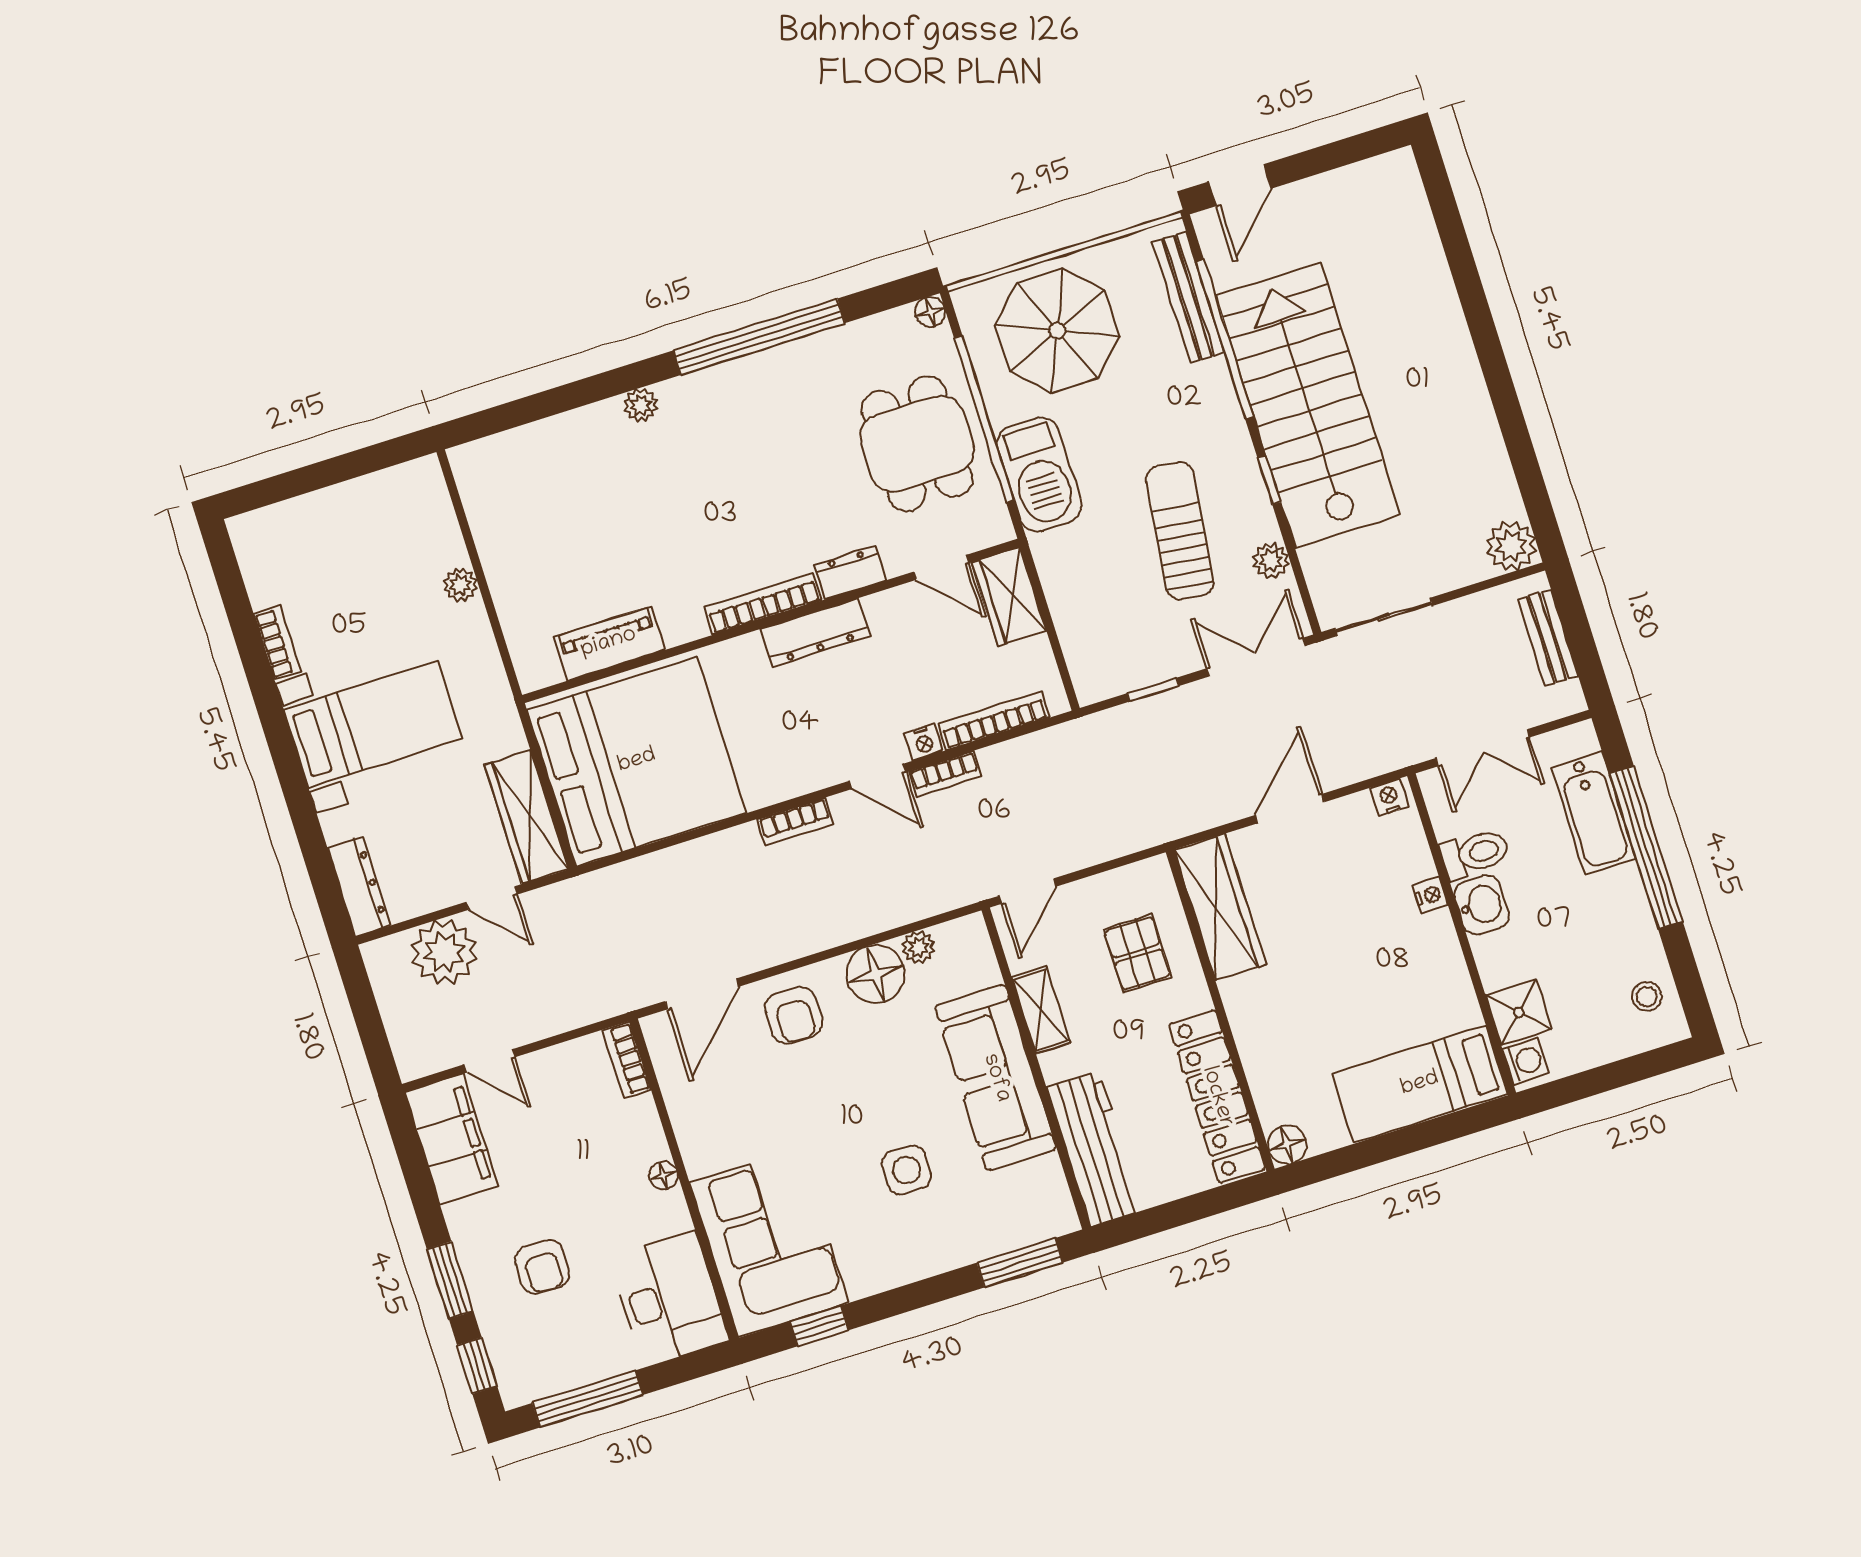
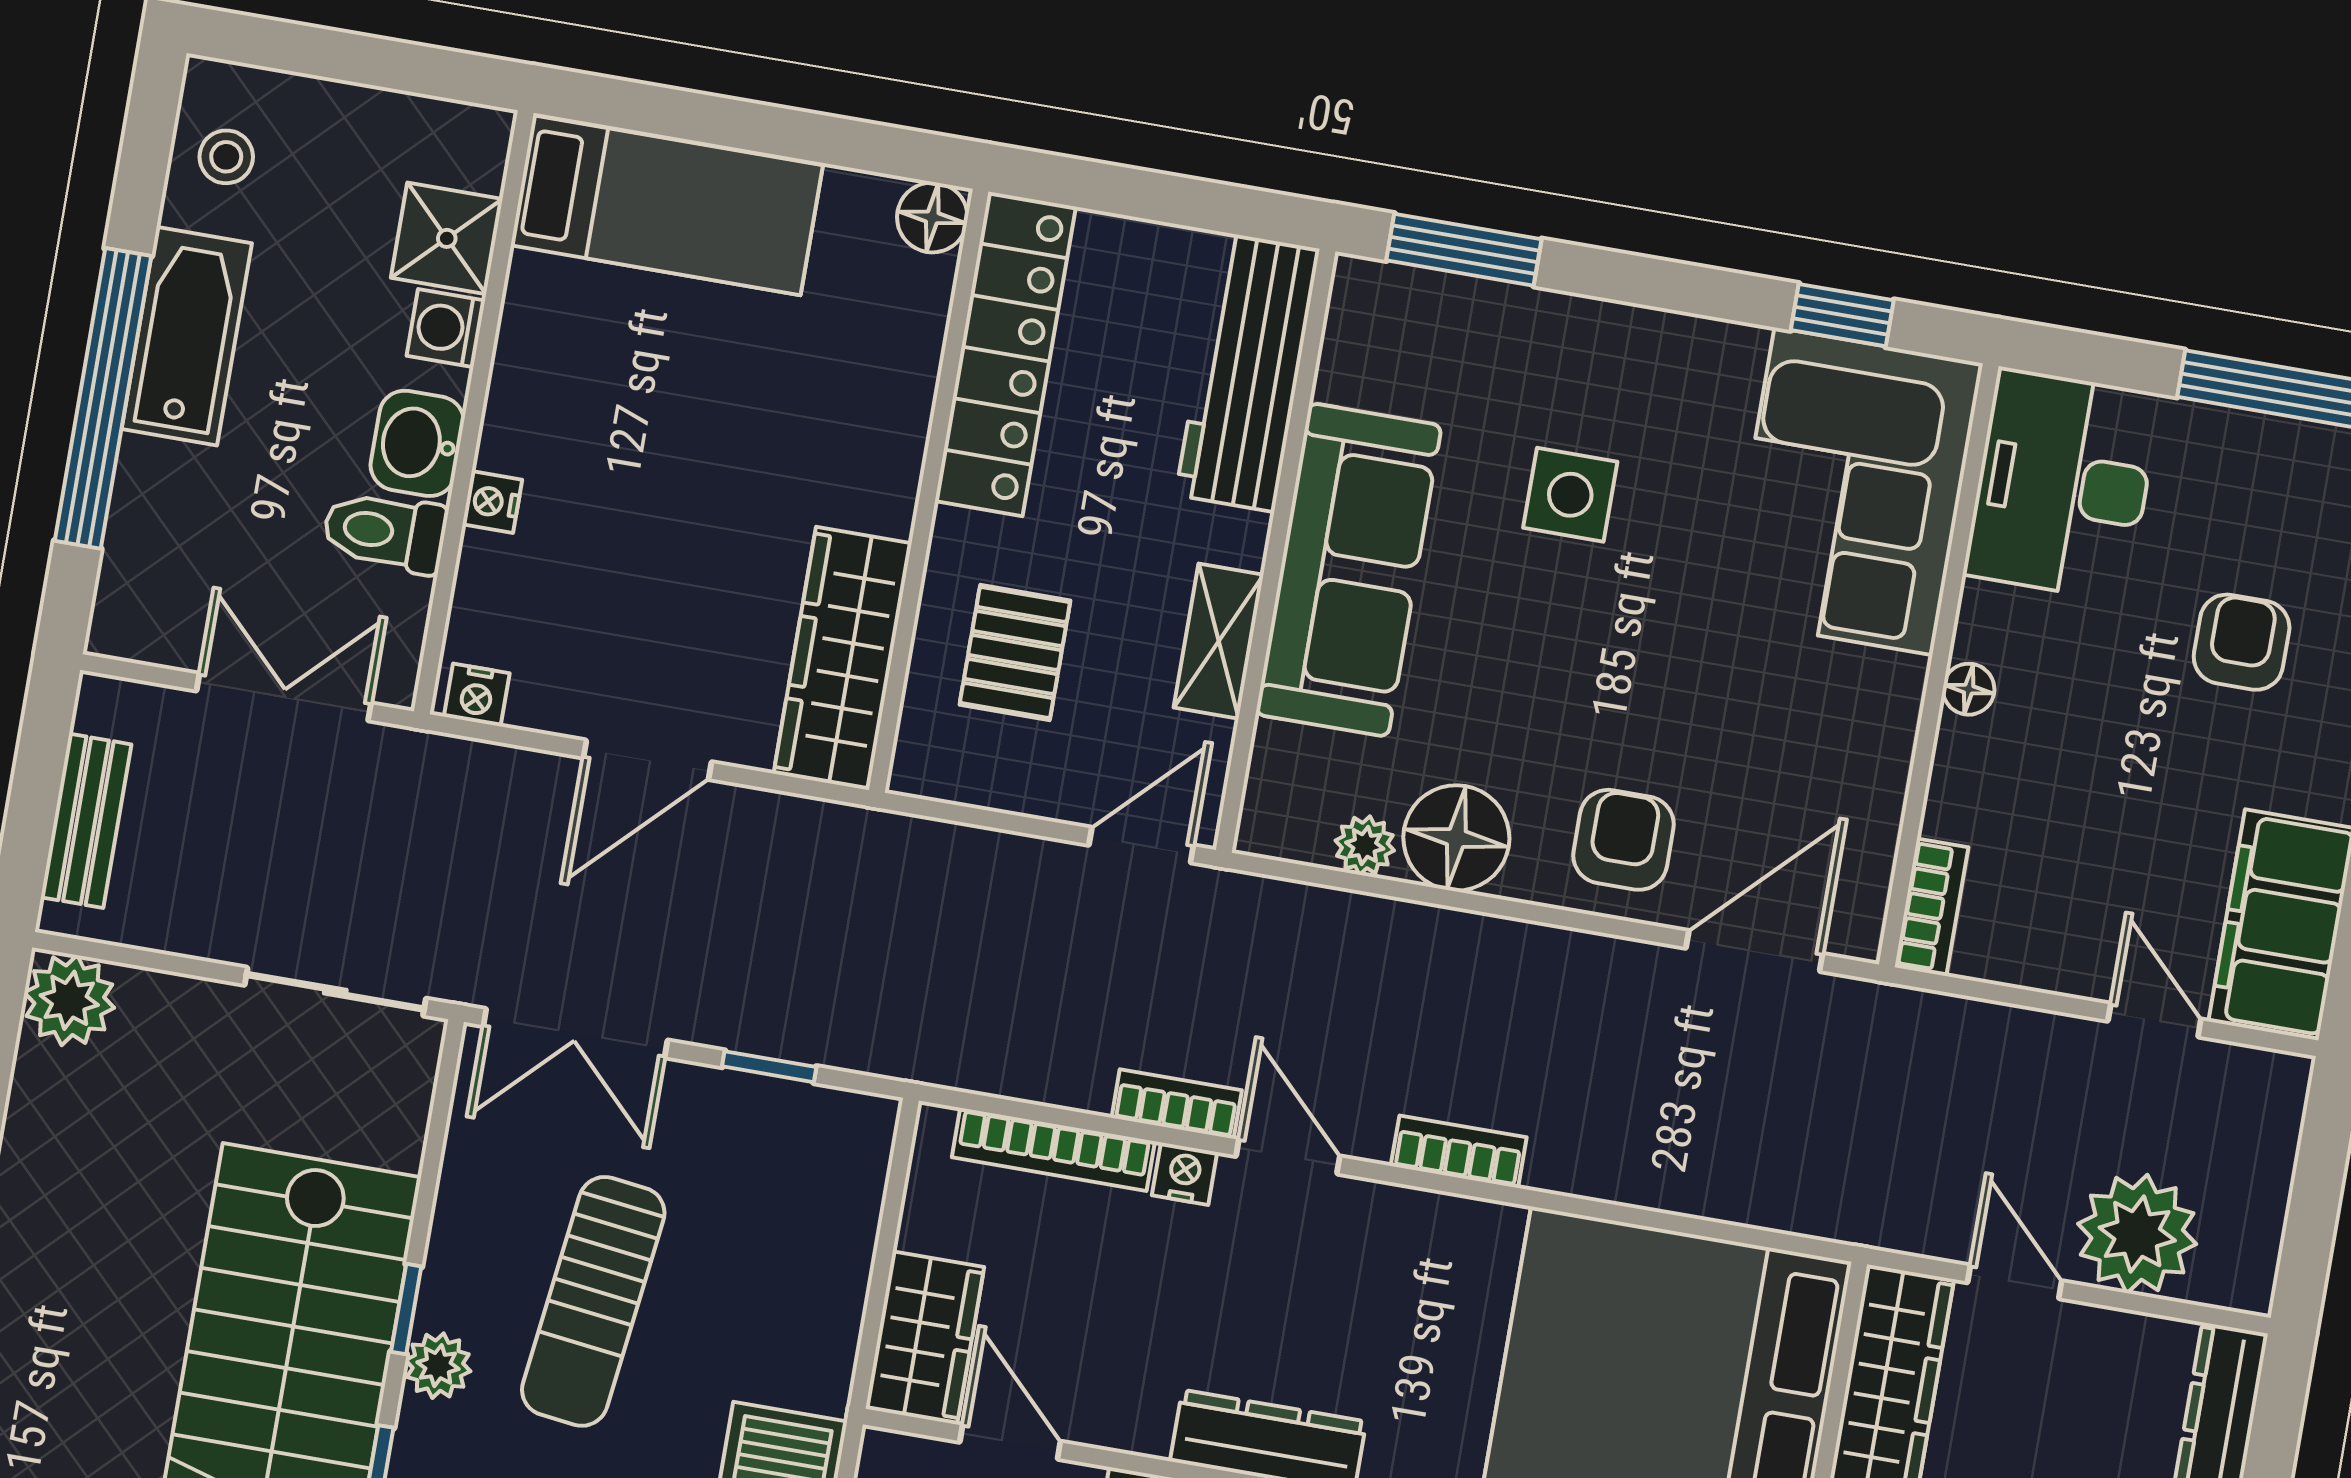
plant: (1271, 561) -> (438, 1366), moved
bathtub: (1594, 813) -> (187, 336), moved
washing machine: (1526, 1061) -> (446, 328), moved

